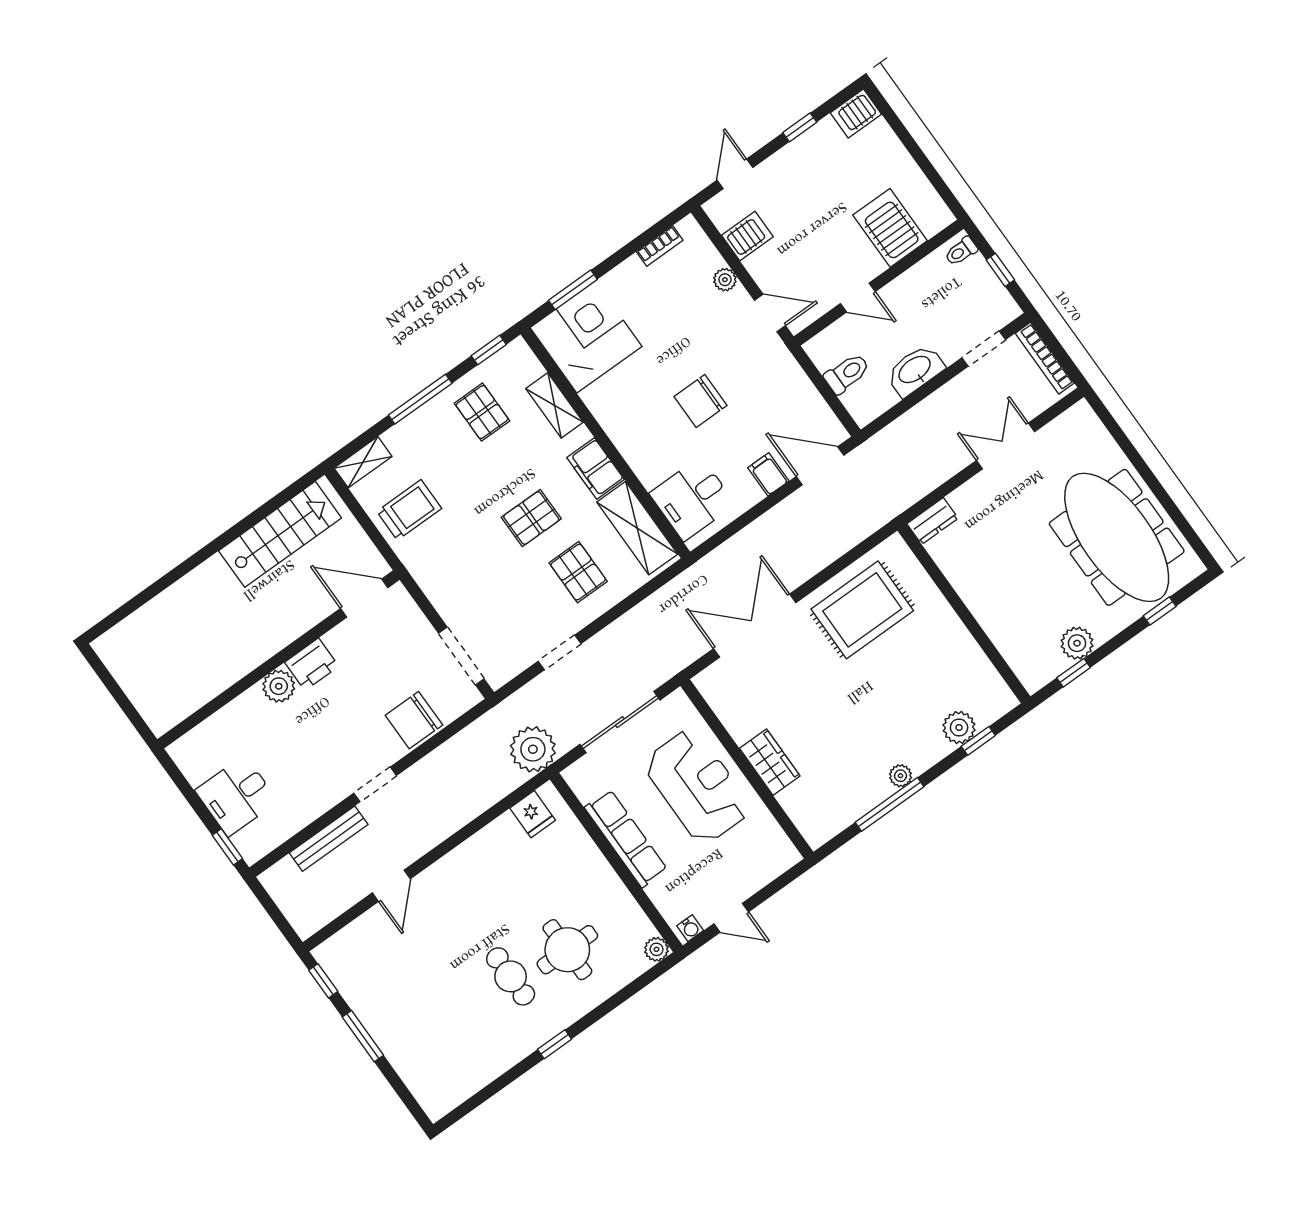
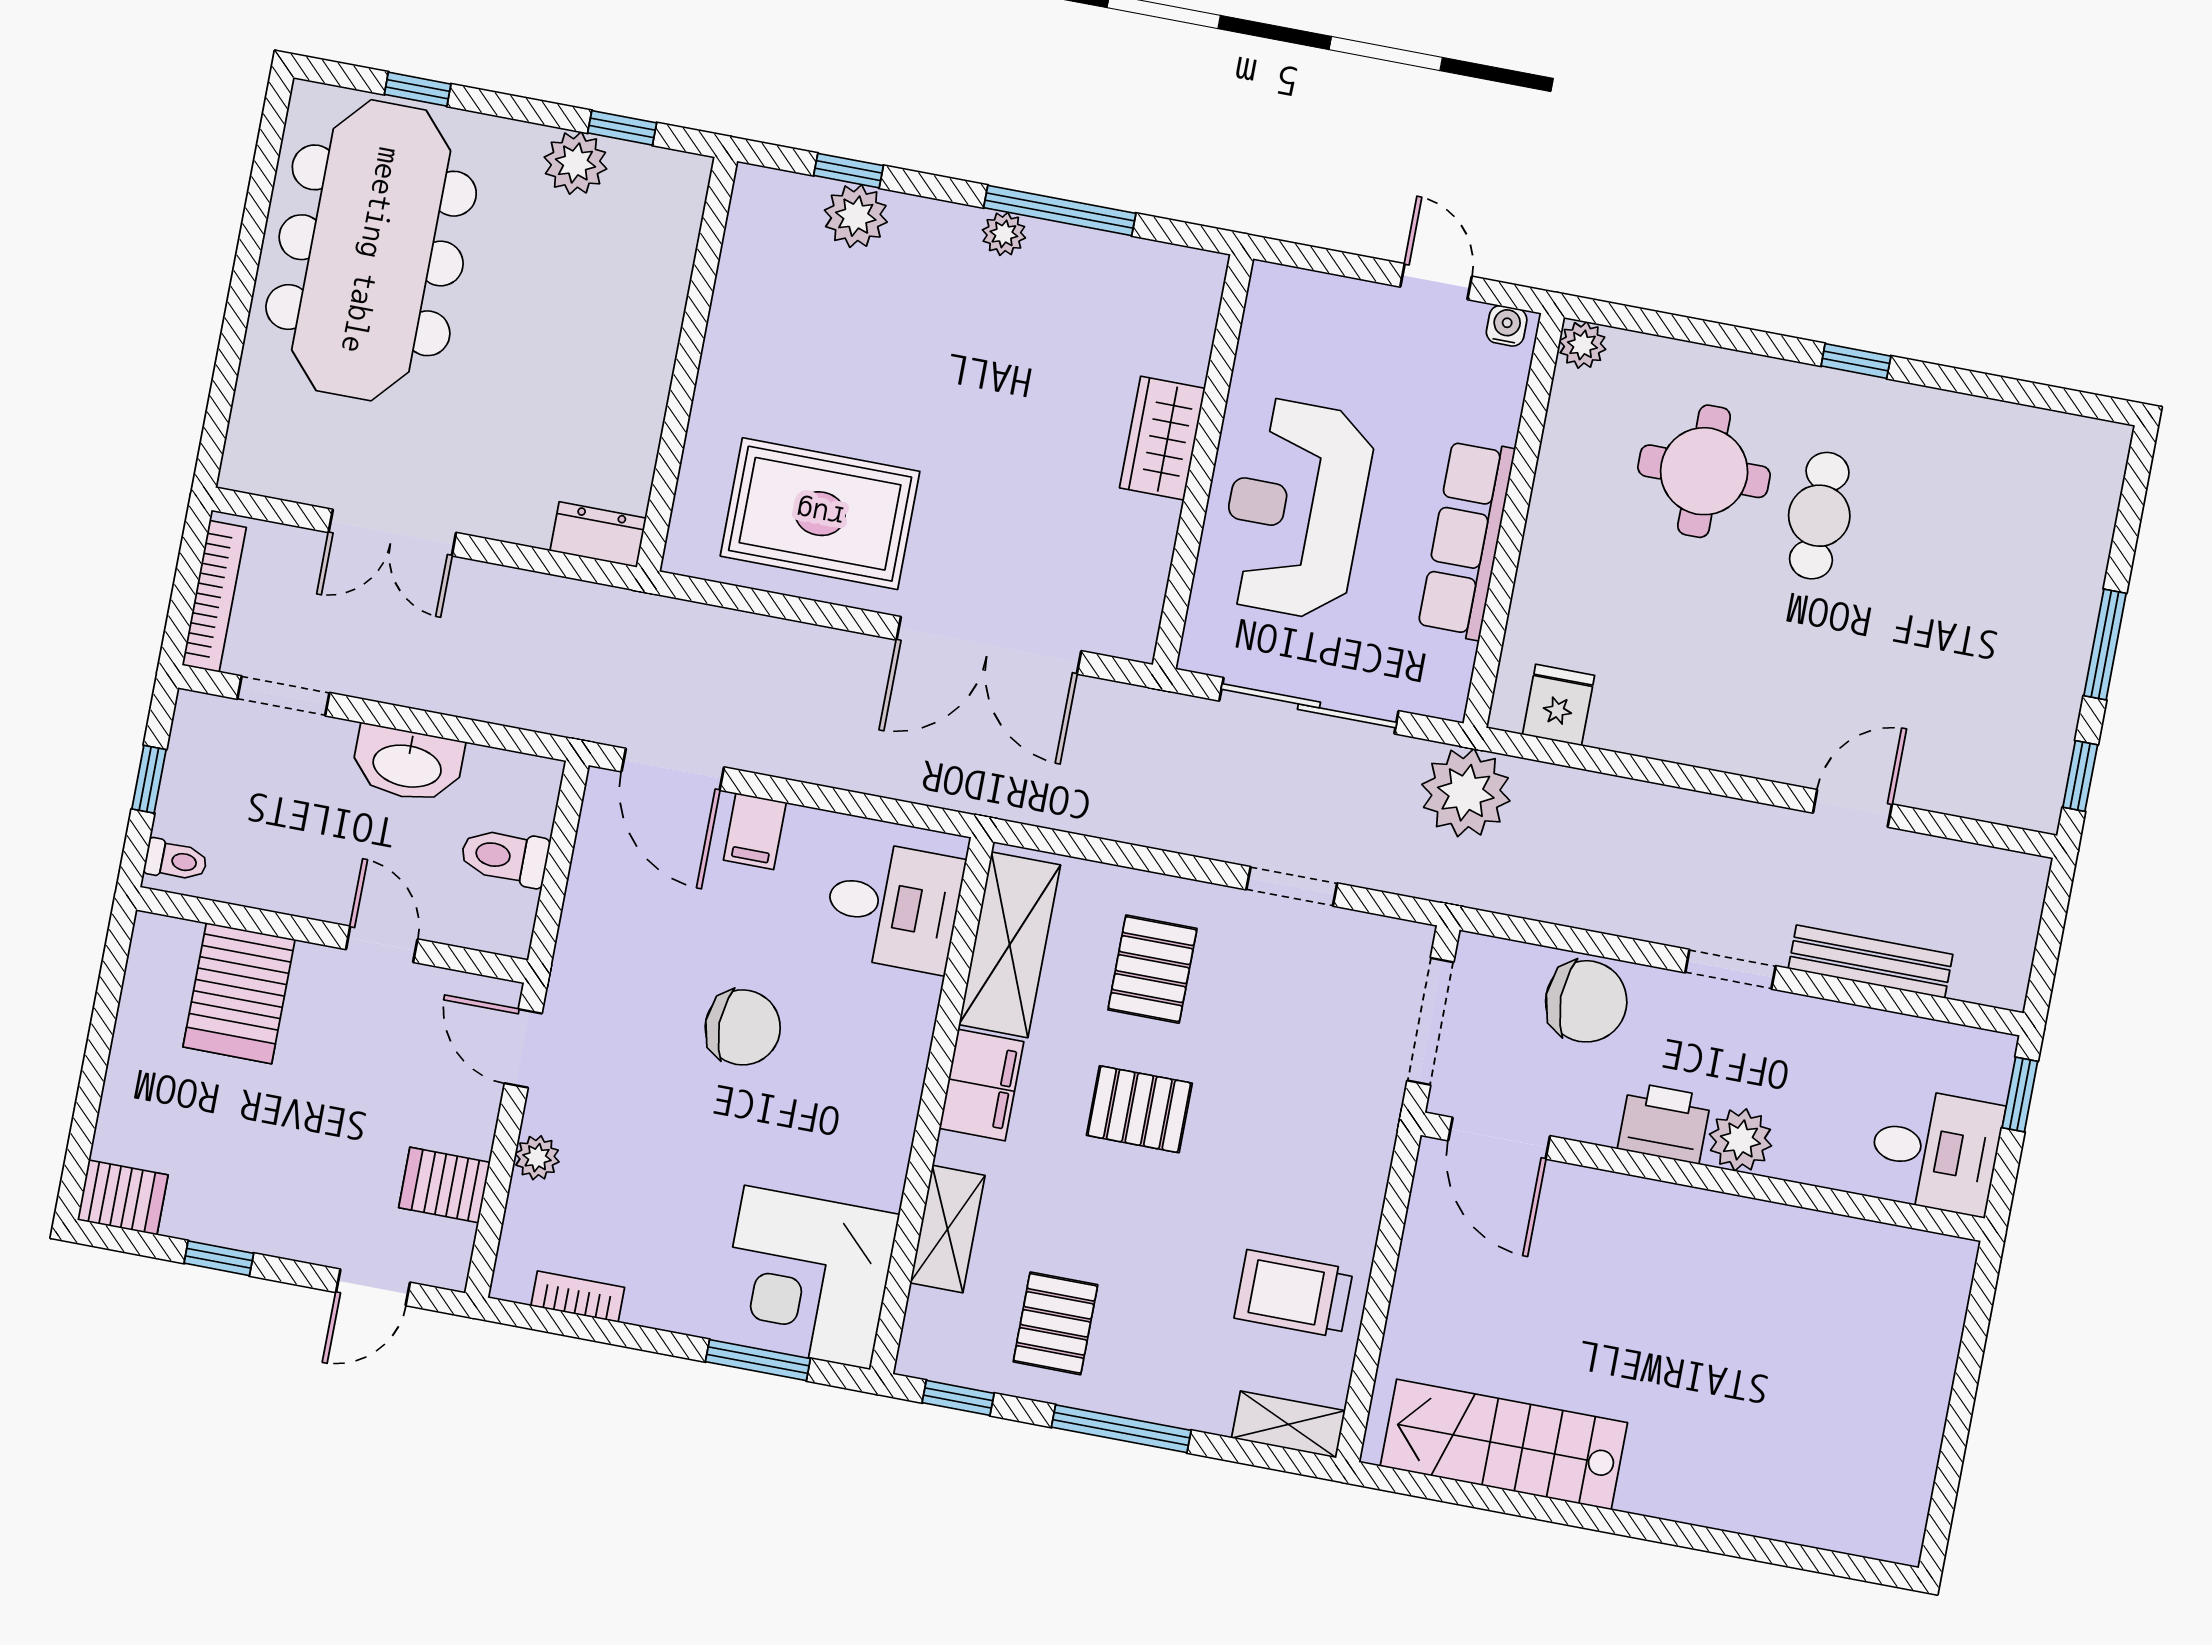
door: (364, 598) -> (1499, 1138), moved
wall: (278, 659) -> (1703, 1177), moved
printer: (312, 664) -> (1664, 1123), moved
plant: (279, 686) -> (1740, 1140), moved

